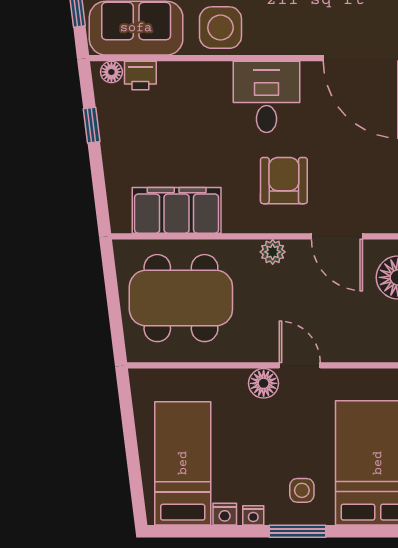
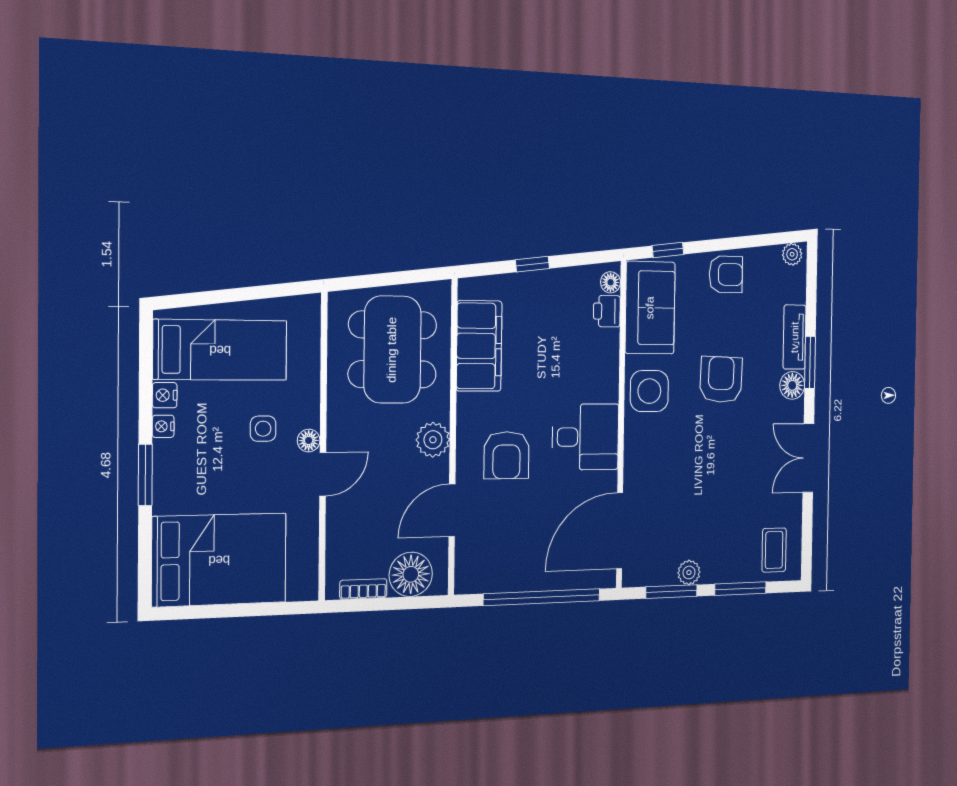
window: (92, 125) -> (532, 264), moved
armchair: (284, 181) -> (507, 455), turned 90
plant: (273, 252) -> (433, 440), width x1.38, depth x1.38
floor lamp: (264, 383) -> (309, 441), width x0.73, depth x0.73
side table: (302, 490) -> (263, 429), moved

